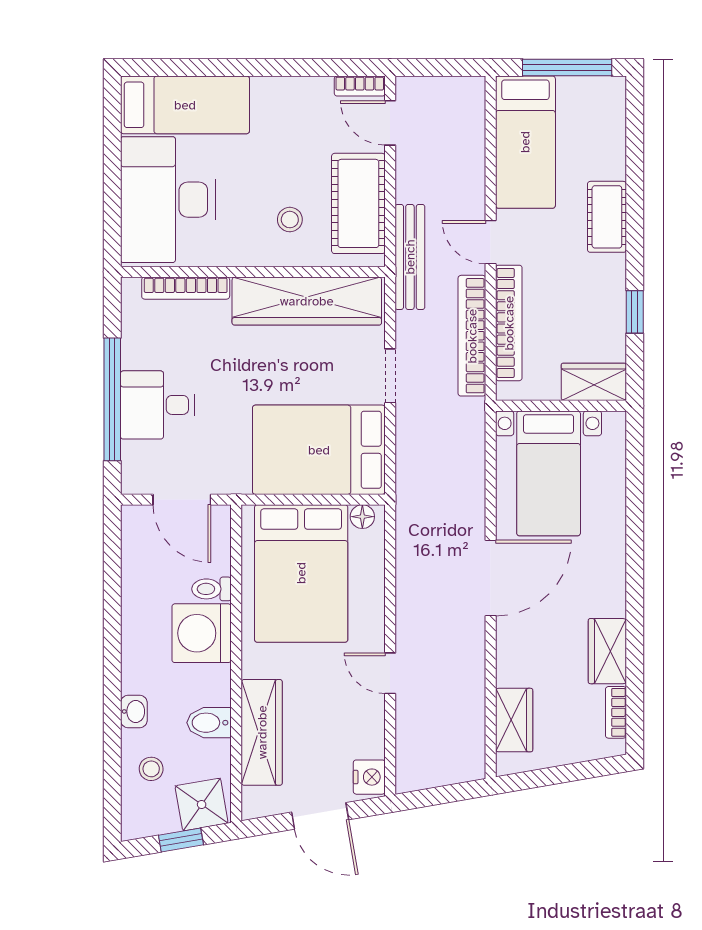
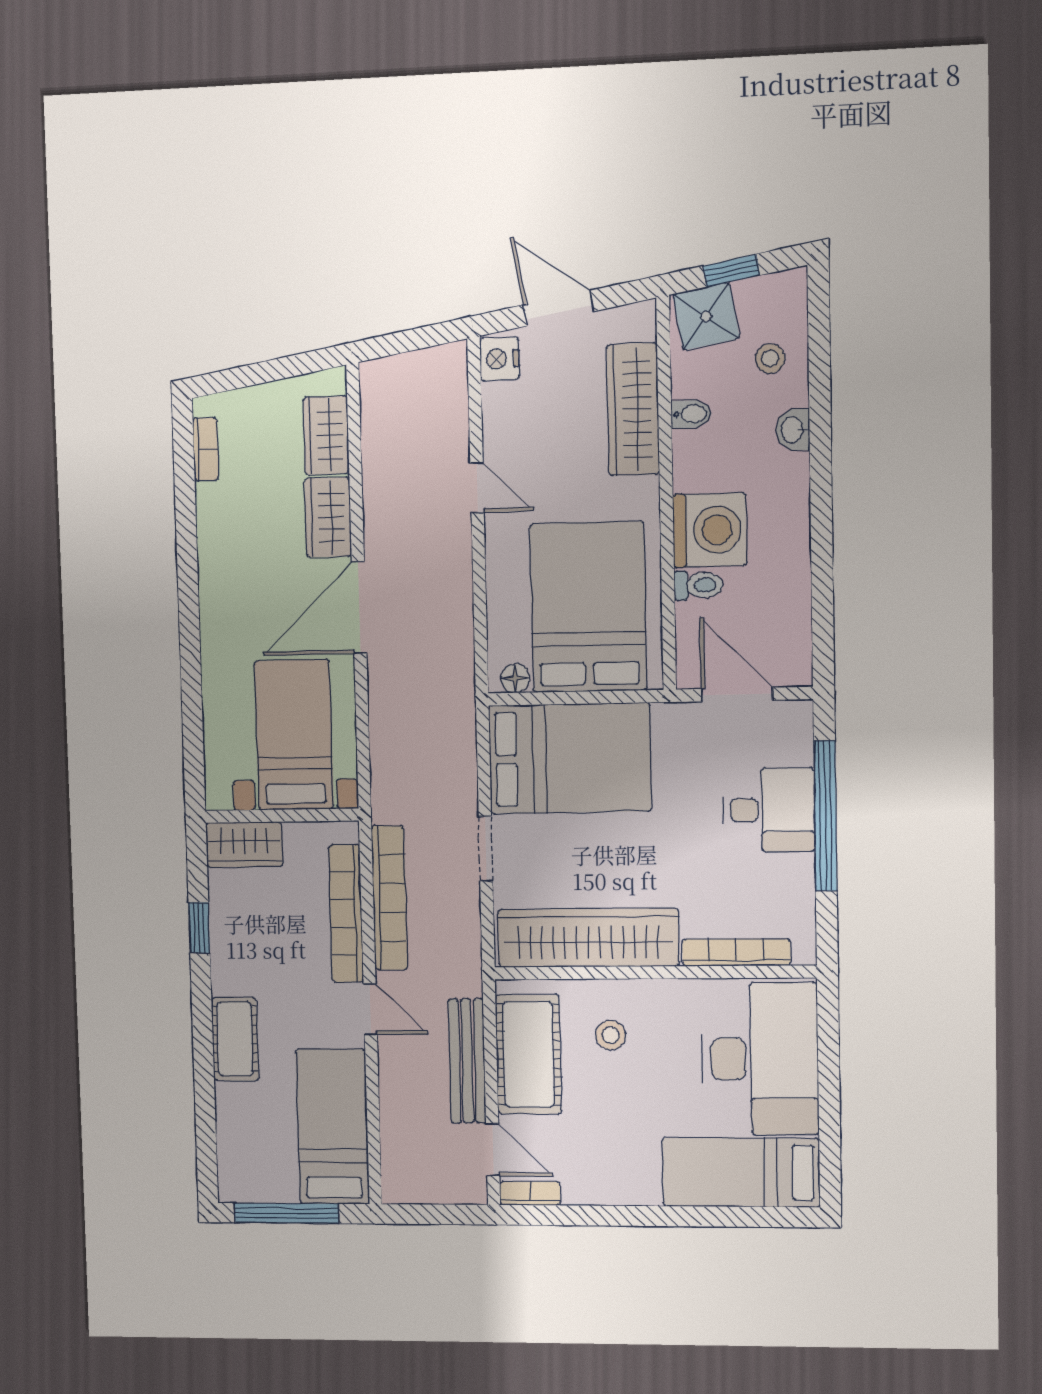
bench: (410, 257) -> (467, 1061), moved
wardrobe: (607, 651) -> (328, 517), moved, turned 180
bidet: (209, 723) -> (691, 414), width x0.72, depth x0.74

